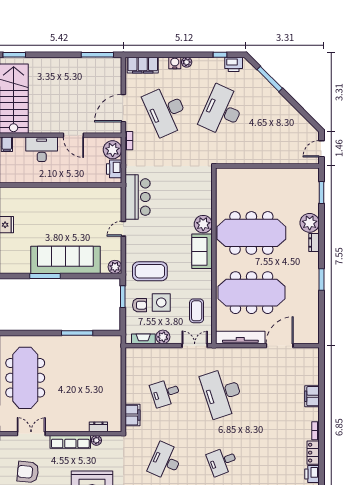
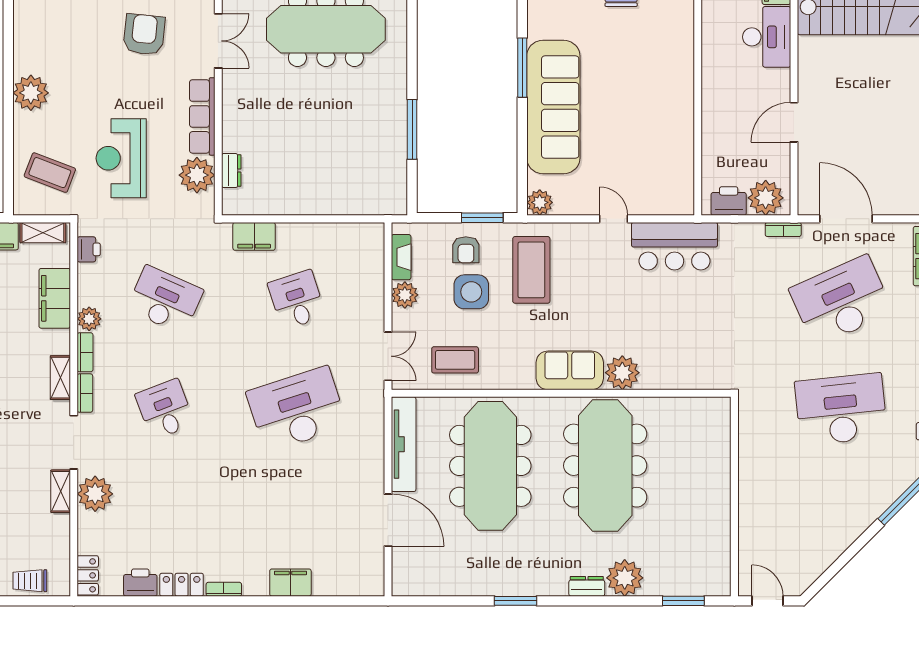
desk: (222, 111) -> (841, 409), turned -30
desk: (42, 149) -> (767, 37), moved
plant: (96, 440) -> (197, 175), width x1.88, depth x1.88

